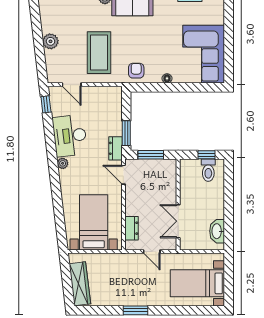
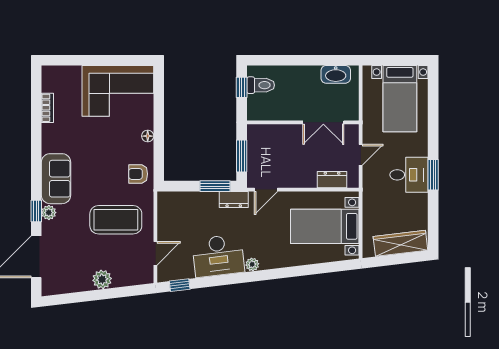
desk: (135, 291) -> (409, 175), added

